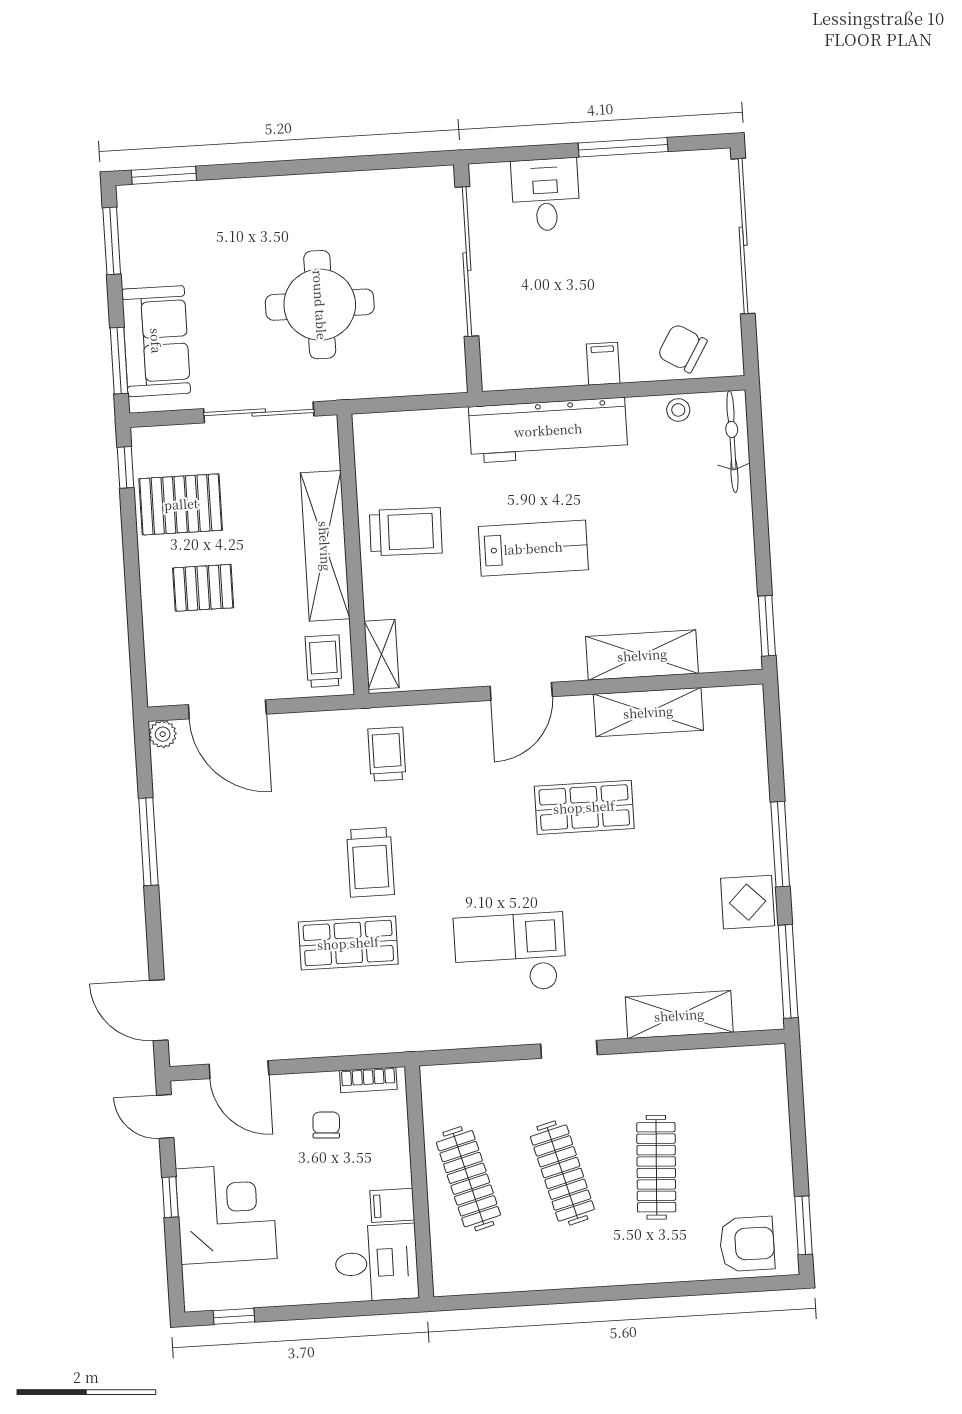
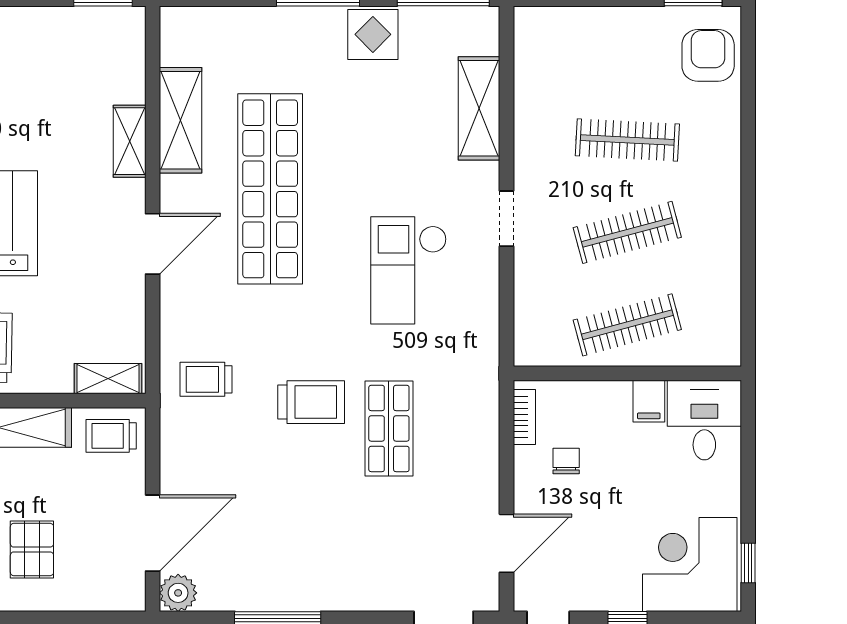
shelving: (642, 655) -> (130, 141), width x0.67, depth x0.75
door: (521, 691) -> (153, 244), hinge flipped
plant: (163, 734) -> (178, 593), width x1.38, depth x1.38
shop shelf: (584, 807) -> (270, 189), width x2.00, depth x1.36
chair: (326, 1125) -> (566, 461), turned 87
corner desk: (226, 1214) -> (690, 564), moved

